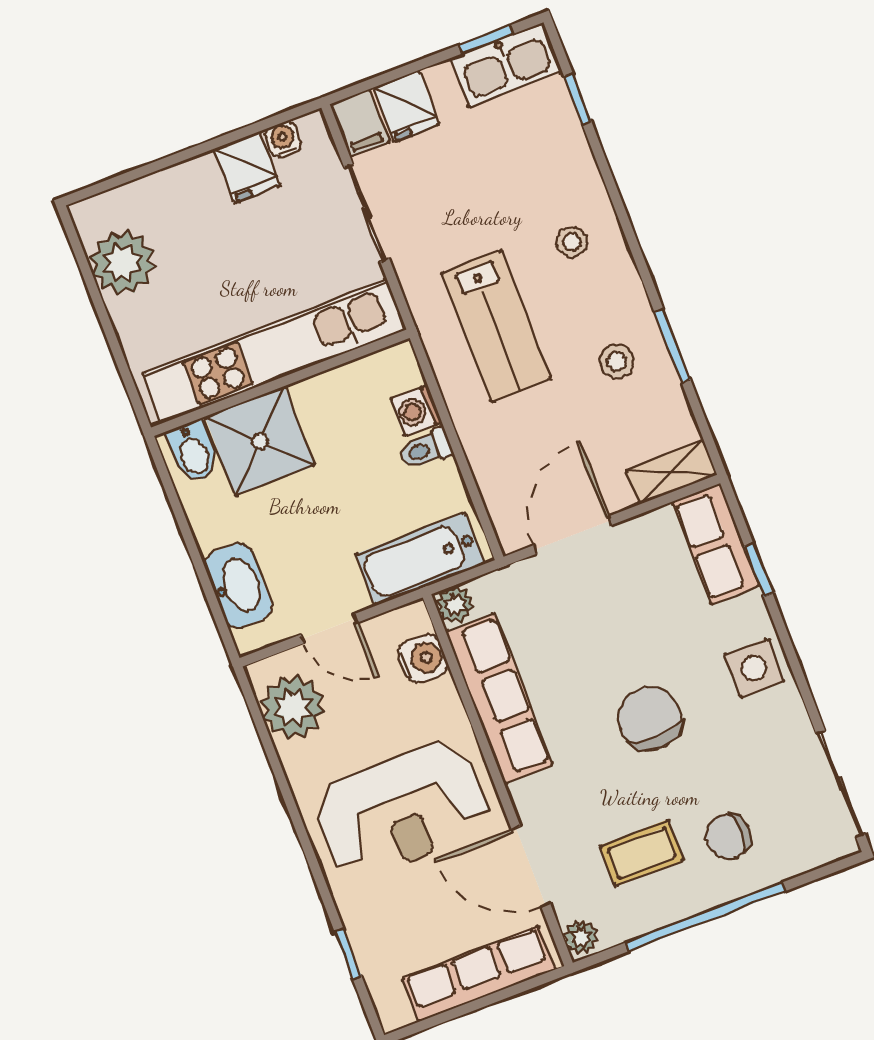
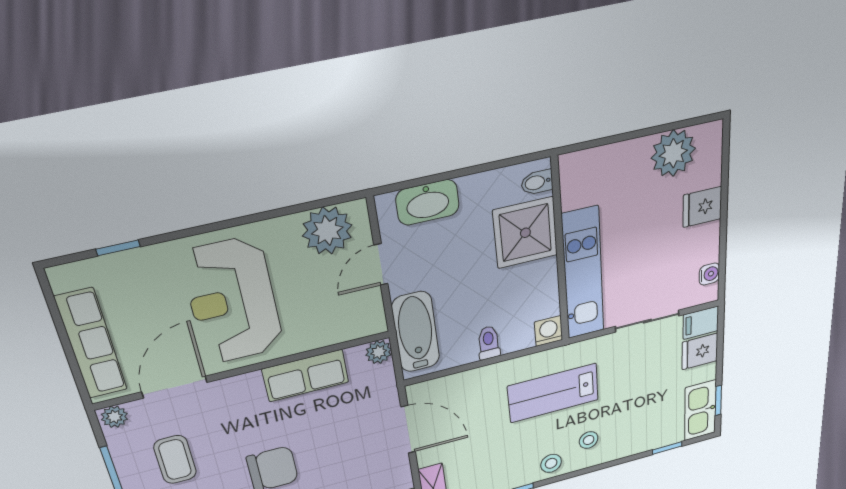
fridge: (247, 167) -> (702, 207), moved
kitchen unit: (274, 351) -> (583, 274), width x0.73
stool: (617, 361) -> (551, 463), moved
washing machine: (416, 411) -> (549, 331), moved
bidet: (193, 452) -> (537, 182), width x0.72, depth x0.74
water cooler: (423, 659) -> (345, 327), removed
row of seats: (499, 698) -> (306, 376), width x0.68

